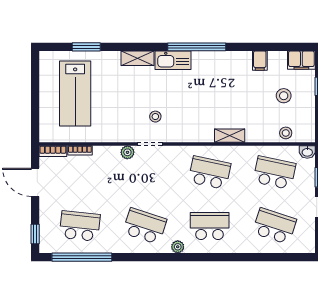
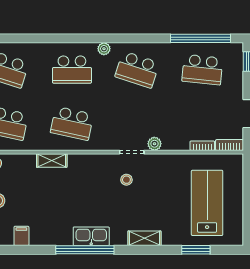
kitchen sink: (173, 60) -> (91, 236), moved

